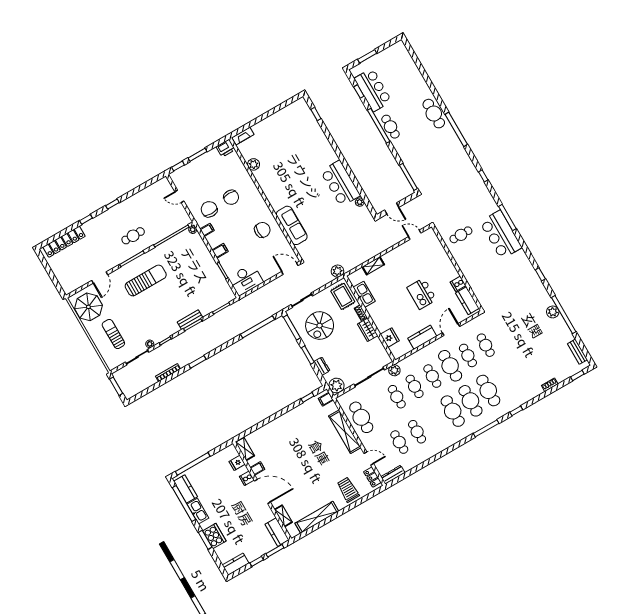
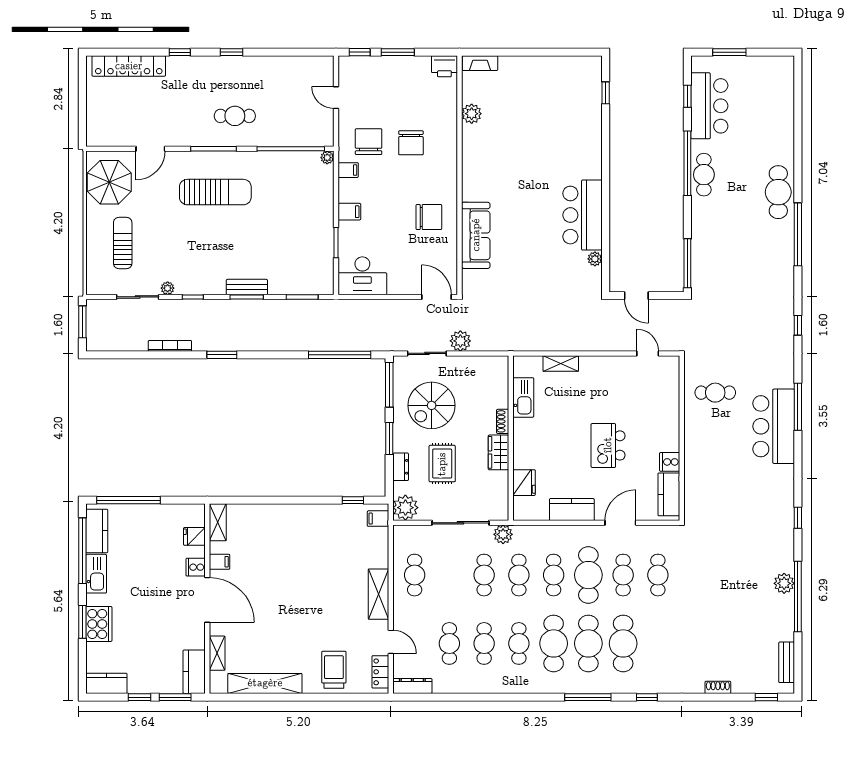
plant: (337, 271) -> (460, 341), moved
rug: (343, 296) -> (442, 464), moved
cafe table: (361, 417) -> (415, 575), width x0.73, depth x0.74
cafe table: (435, 421) -> (519, 643), added
shelving: (345, 432) -> (378, 594), width x0.68

